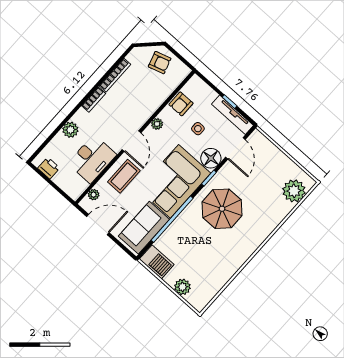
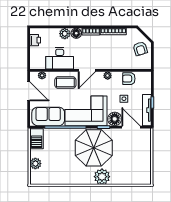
floor lamp: (81, 117) -> (76, 33), added
door: (235, 148) -> (131, 127), swing flipped
plant: (294, 191) -> (102, 177), moved
parasol: (222, 209) -> (94, 148), width x1.36, depth x1.36

